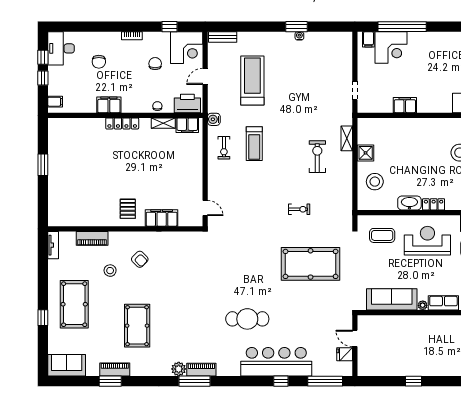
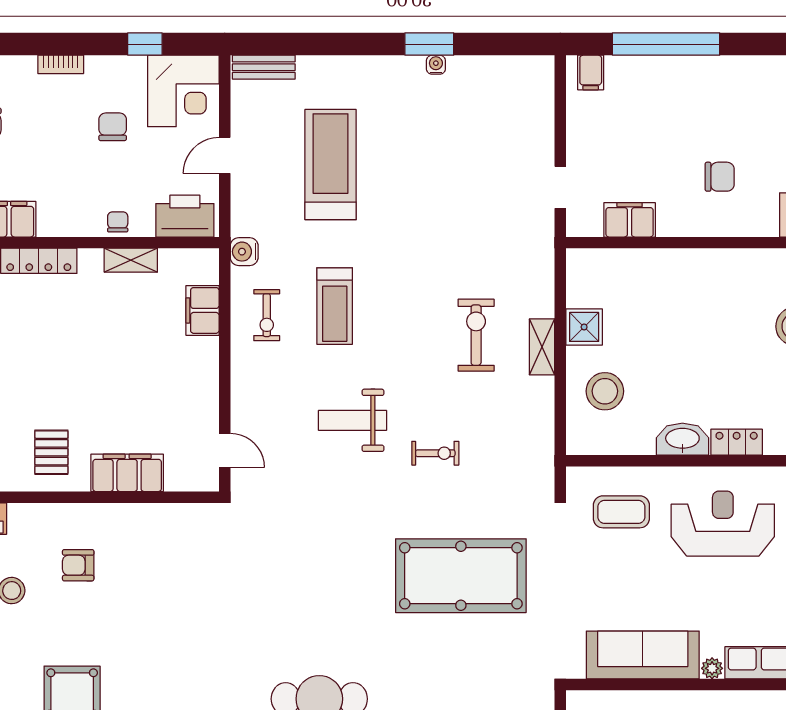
corner desk: (391, 47) -> (641, 91), removed
chair: (426, 86) -> (720, 177), added
filing cabinet: (405, 105) -> (630, 220), moved
filing cabinet: (187, 125) -> (202, 310), moved, turned 90
shelving: (347, 138) -> (542, 347), moved
weight bench: (262, 195) -> (353, 420), added
armchair: (140, 259) -> (78, 565), turned 135

